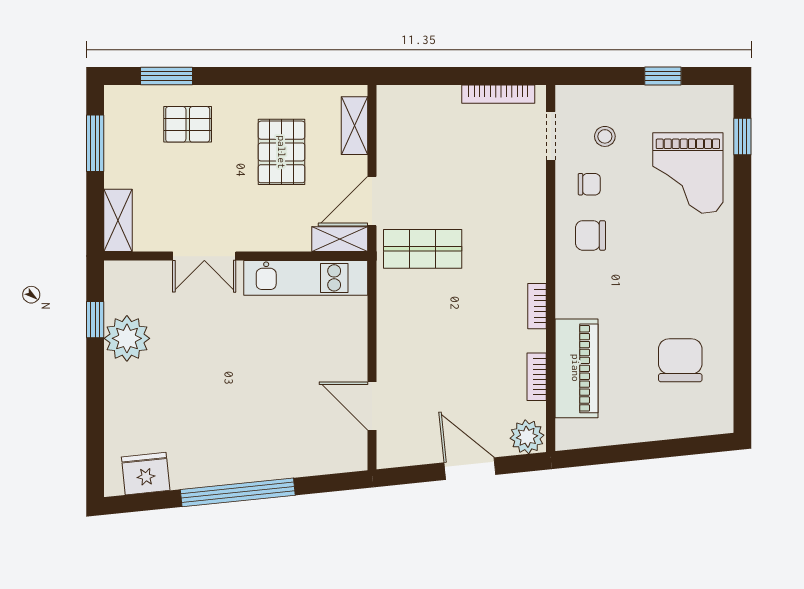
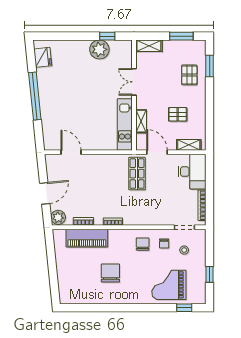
desk: (418, 117) -> (192, 172), added
pallet: (282, 152) -> (178, 114), width x0.67, depth x0.71
shelving: (340, 239) -> (141, 121), moved
chair: (680, 360) -> (110, 273), moved, turned -90
door: (372, 406) -> (71, 152), hinge flipped

